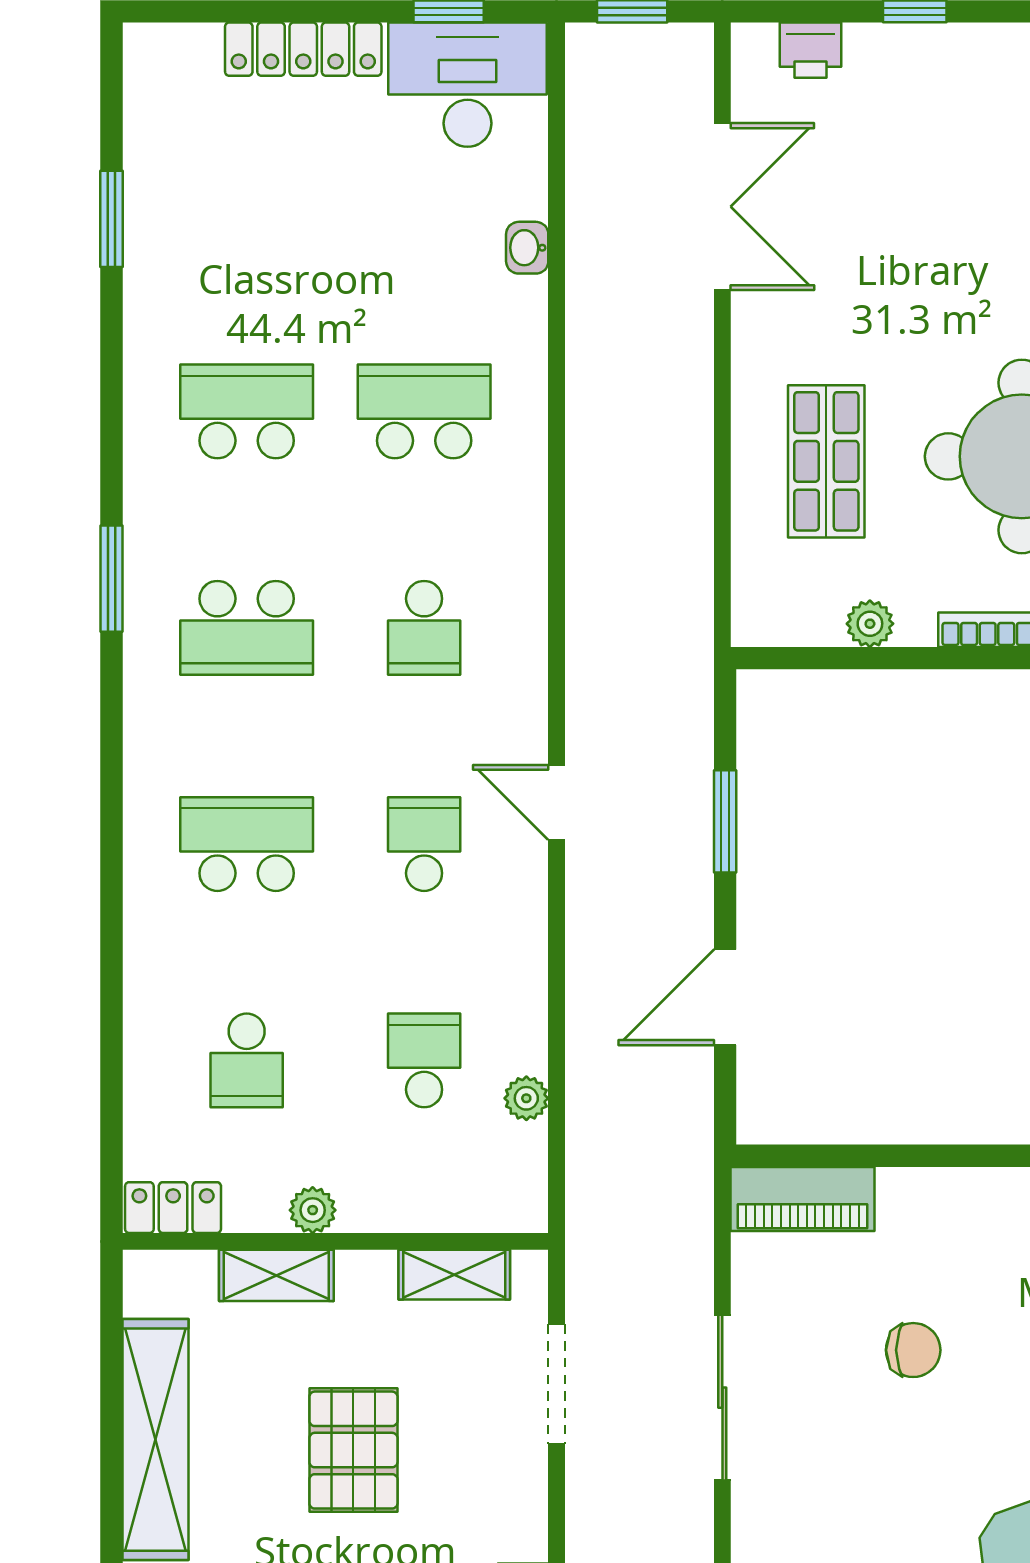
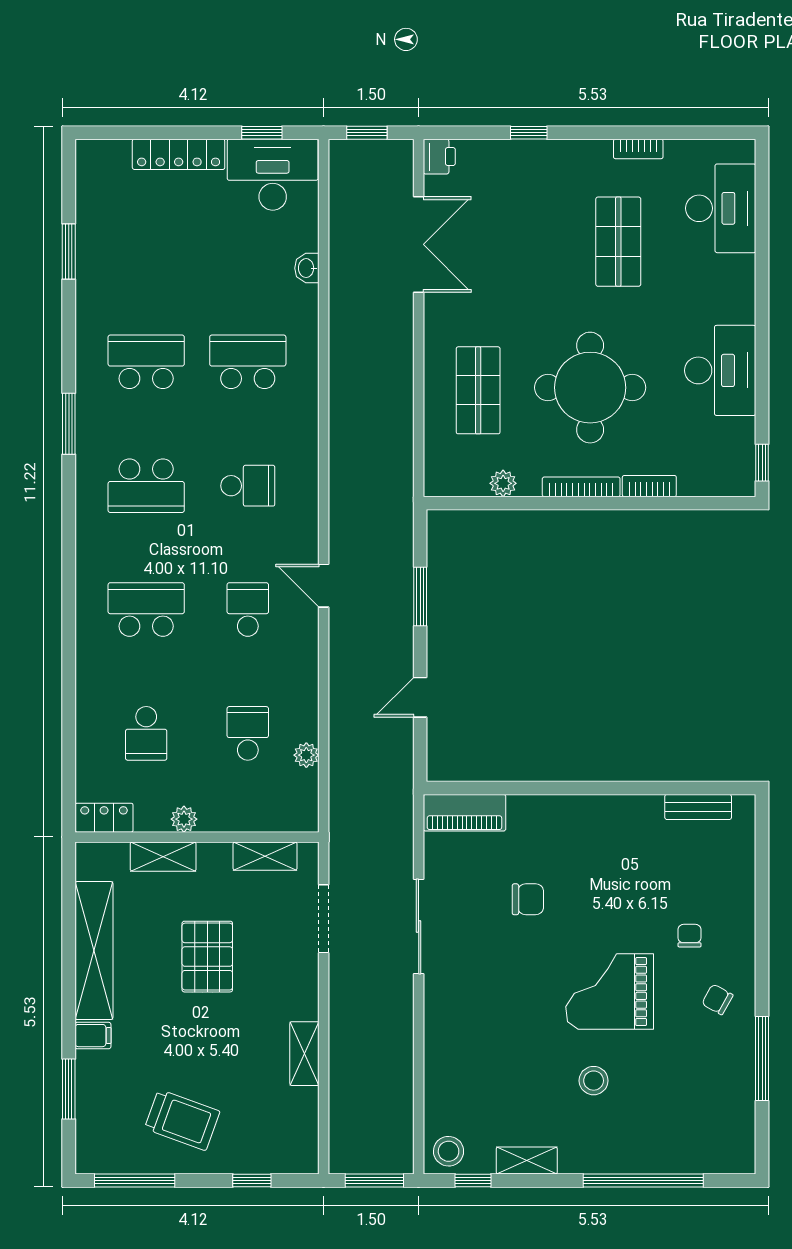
printer: (811, 50) -> (439, 157), moved, turned -90
window: (111, 579) -> (69, 424), moved
school desk: (424, 628) -> (248, 486), turned -90
door: (725, 997) -> (420, 697), width x0.73

